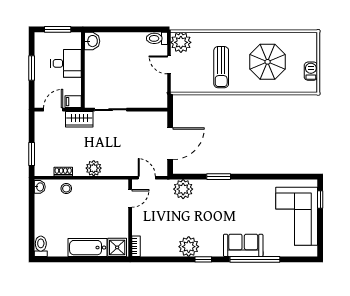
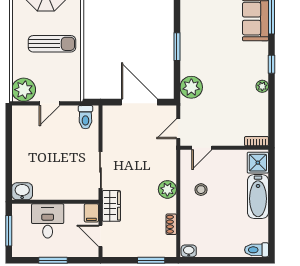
toilet: (157, 38) -> (85, 117), moved
stool: (66, 189) -> (201, 190), moved
door: (130, 198) -> (202, 148), swing flipped
plant: (189, 247) -> (262, 86), width x0.53, depth x0.53

